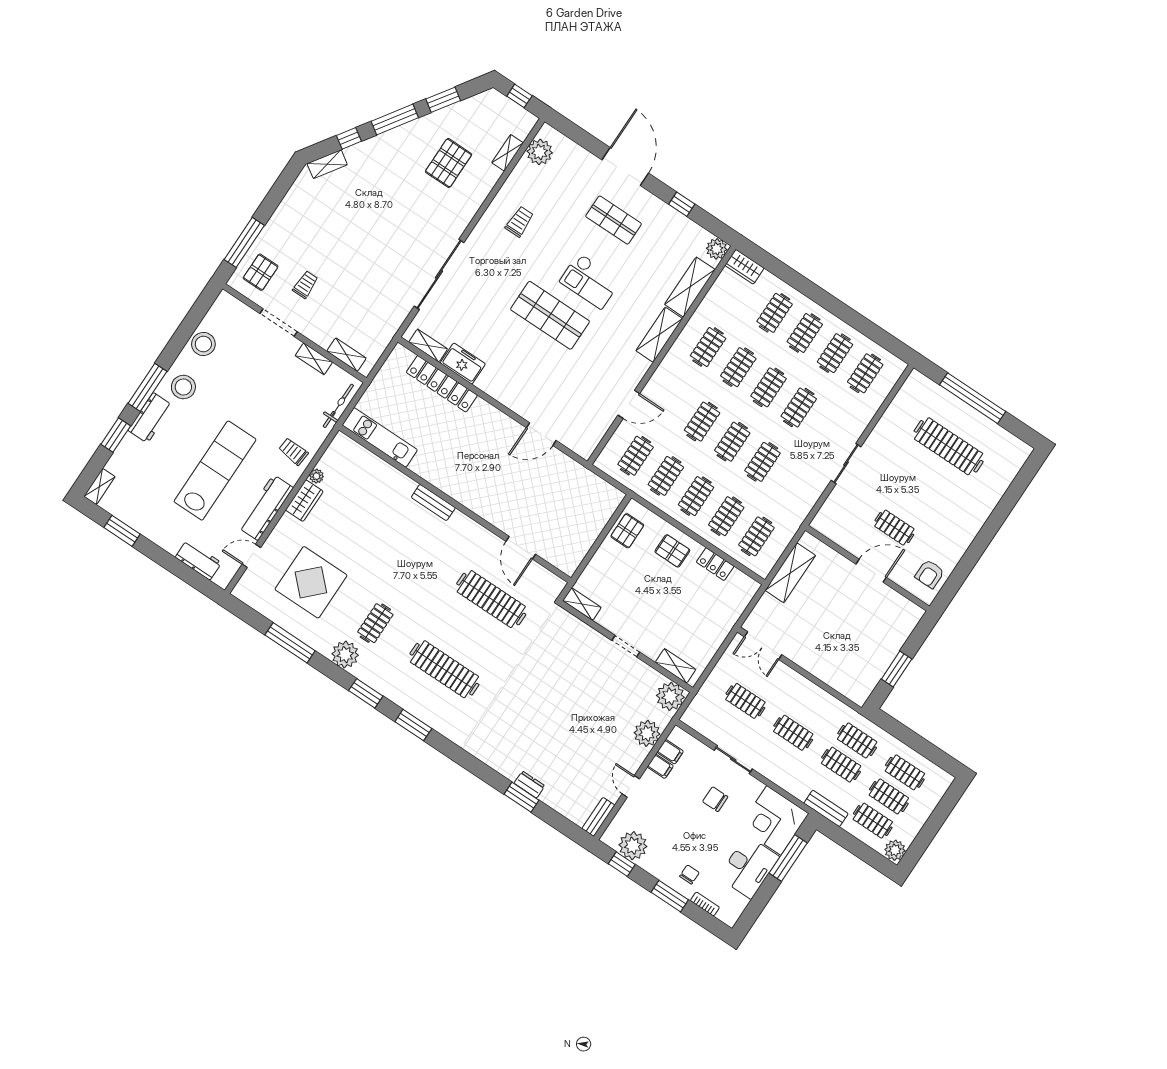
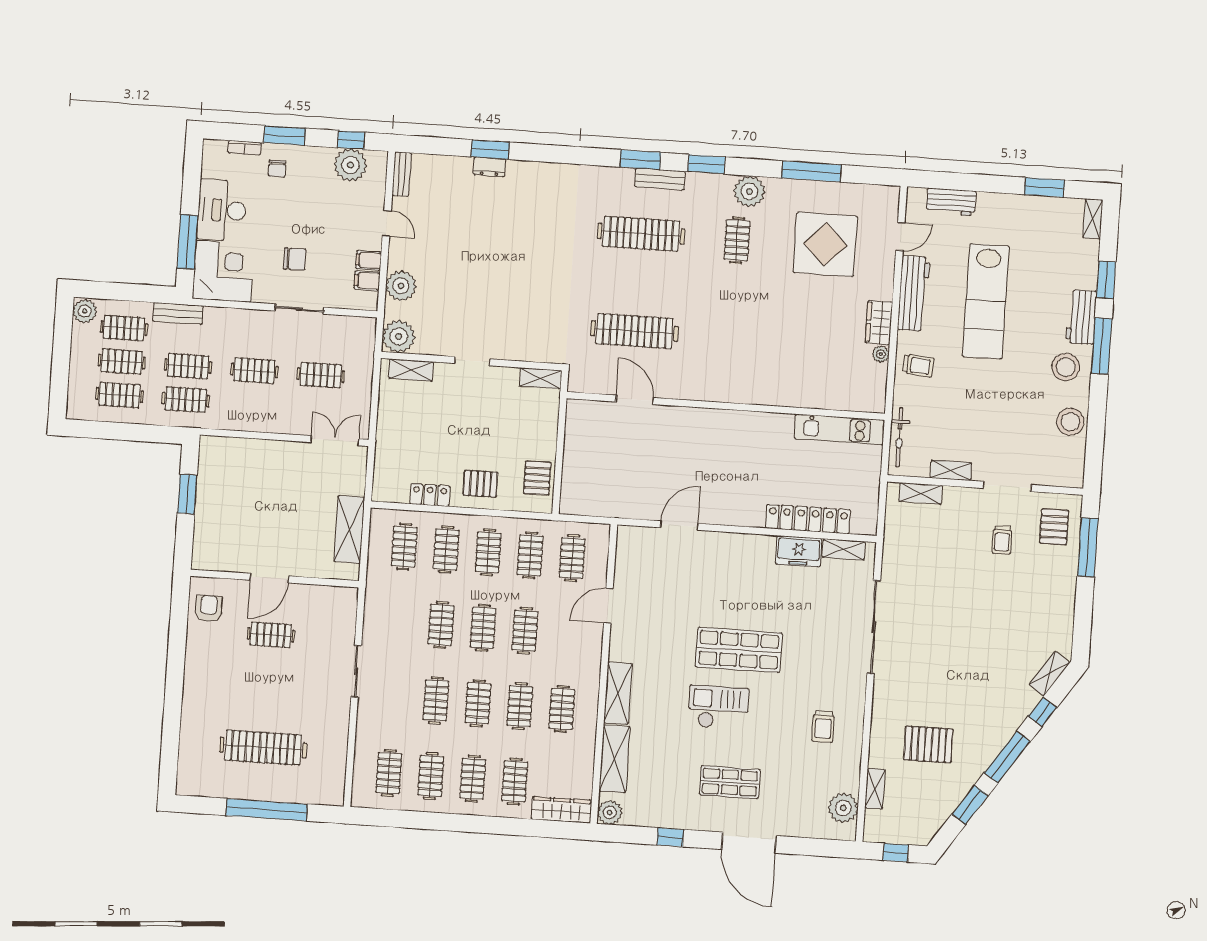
pallet: (448, 163) -> (928, 744), turned 90
wardrobe: (744, 267) -> (561, 810), width x1.50
bench: (433, 502) -> (660, 179), moved

